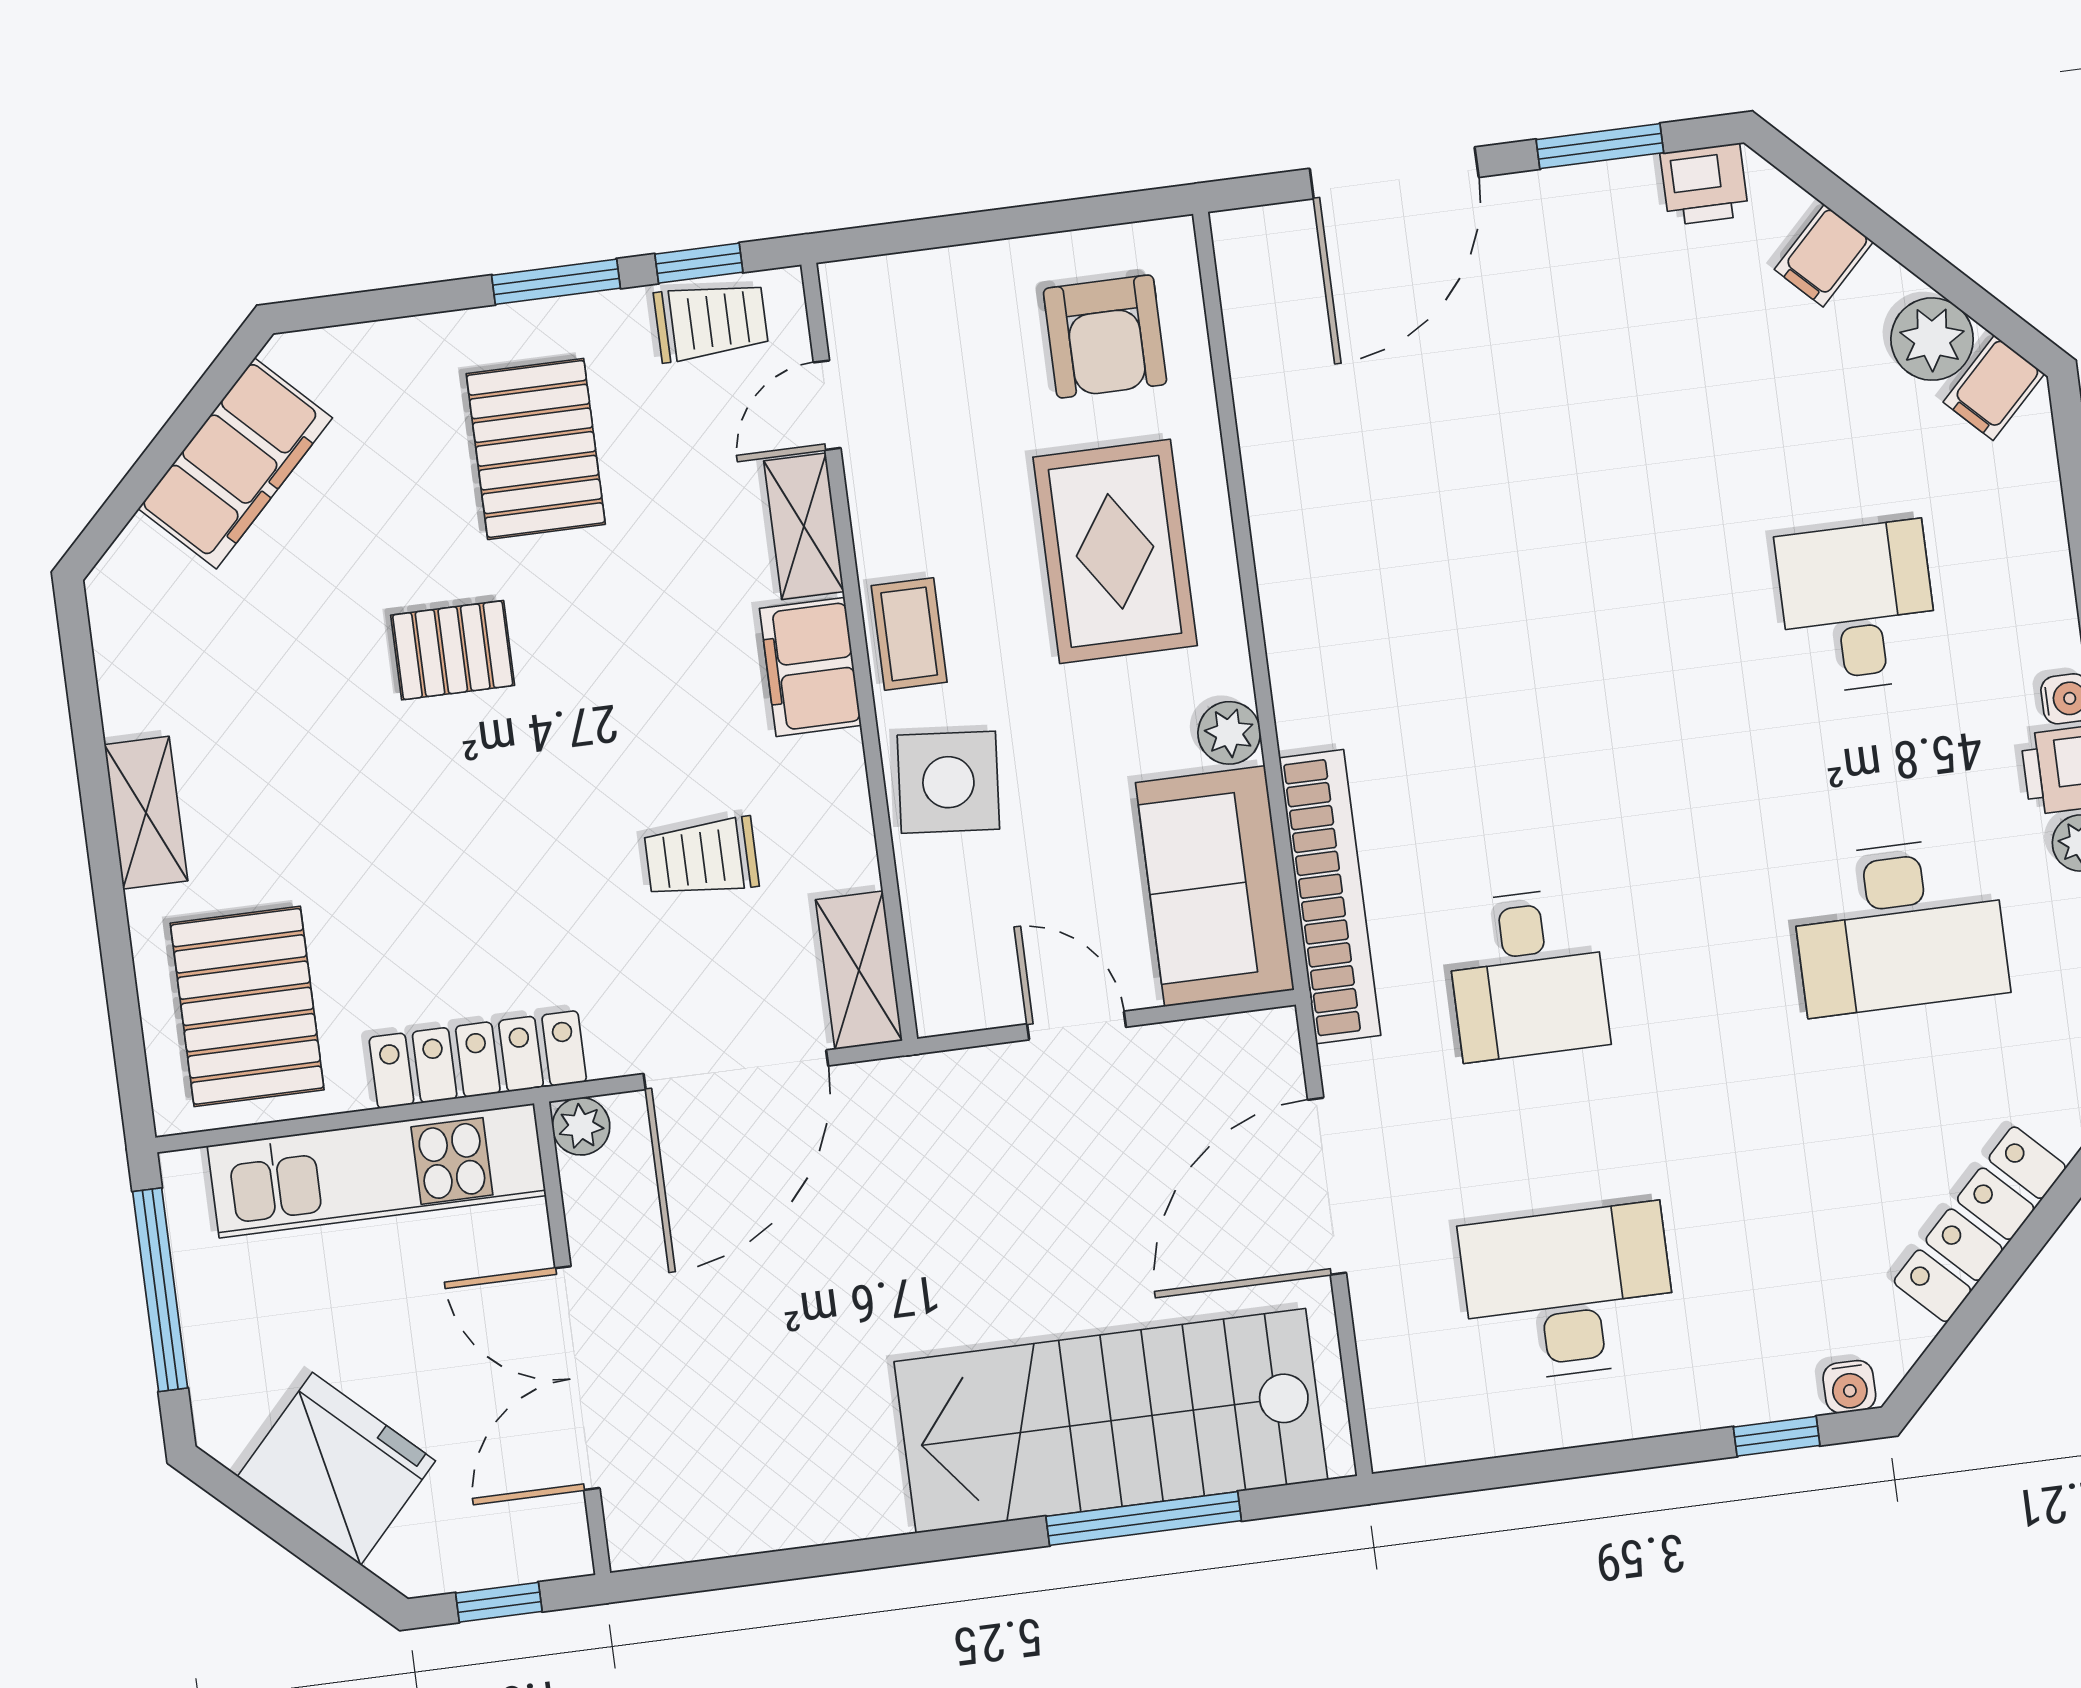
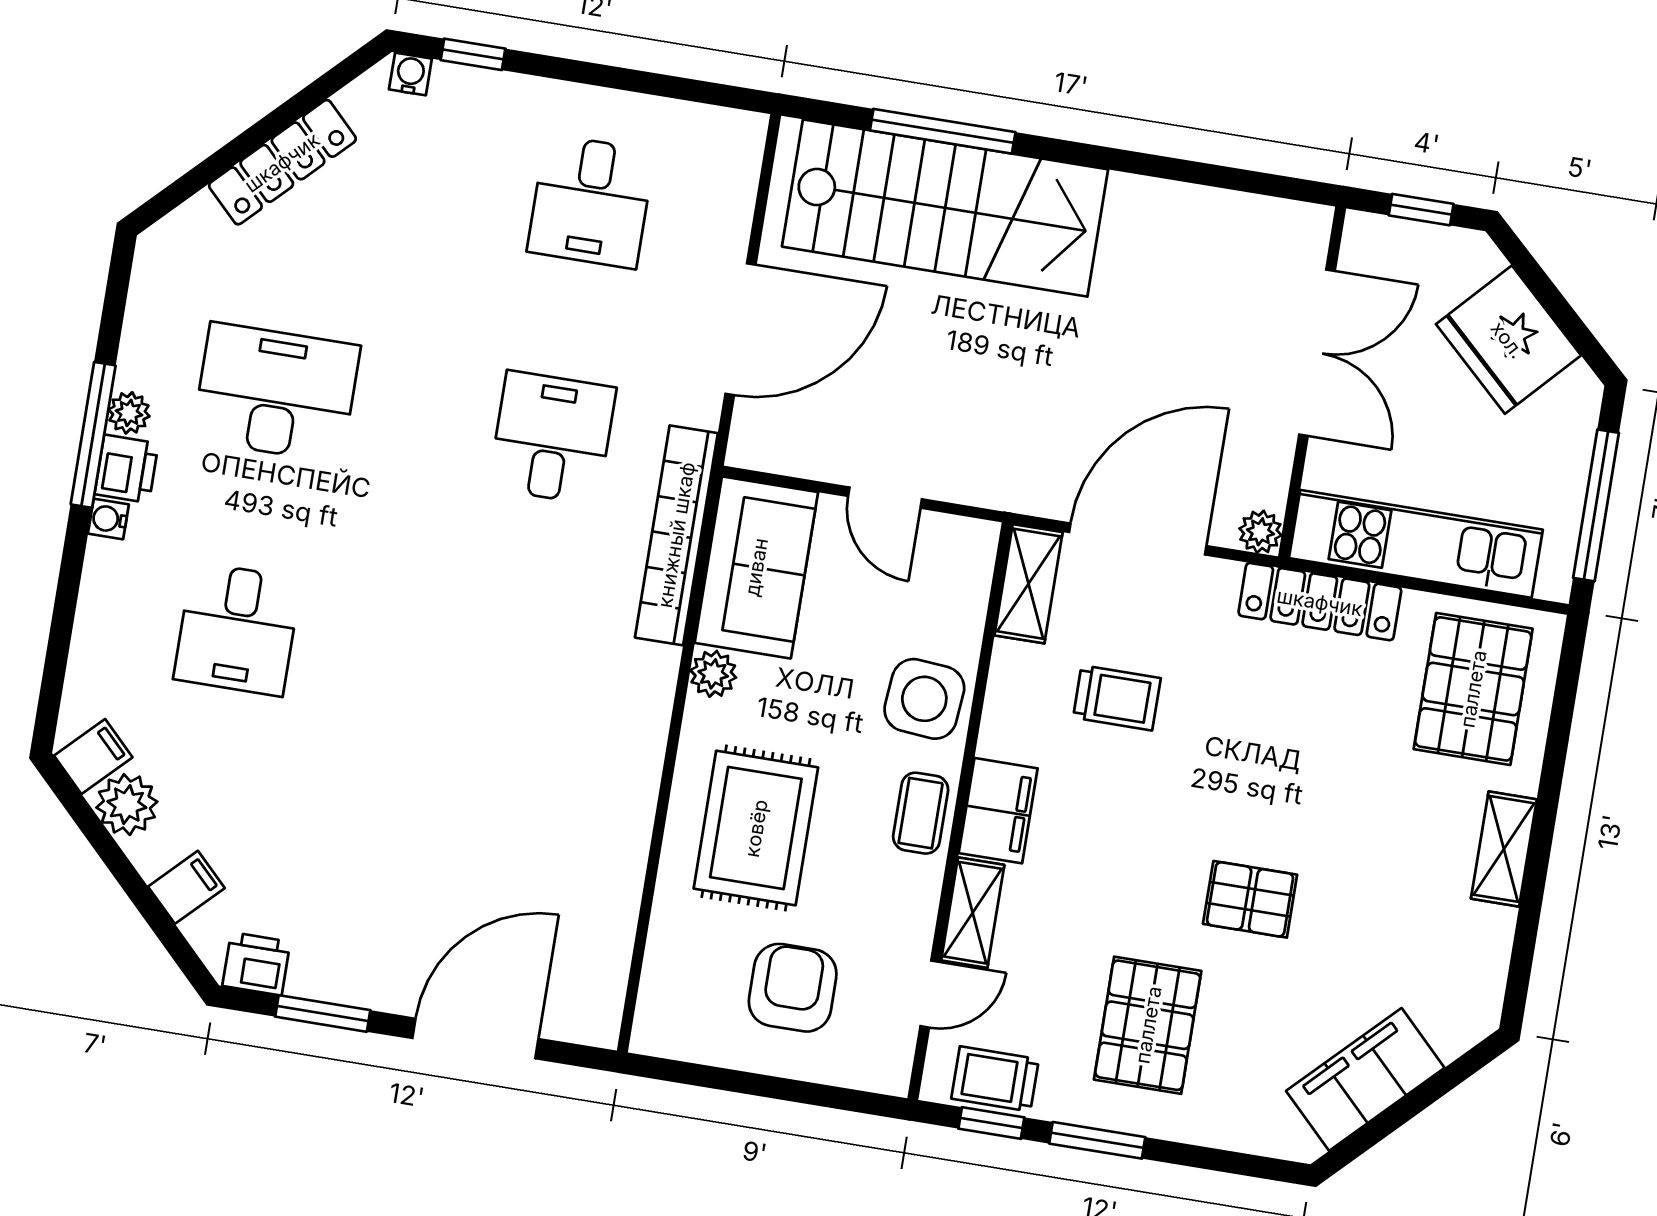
armchair: (1105, 336) -> (793, 988), moved
desk: (1568, 1293) -> (591, 201), width x0.73

